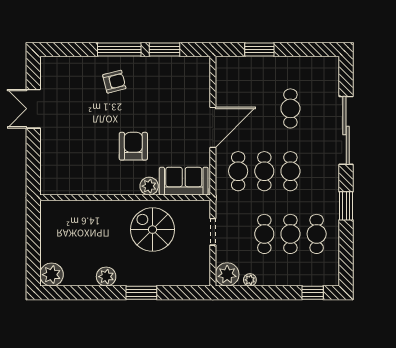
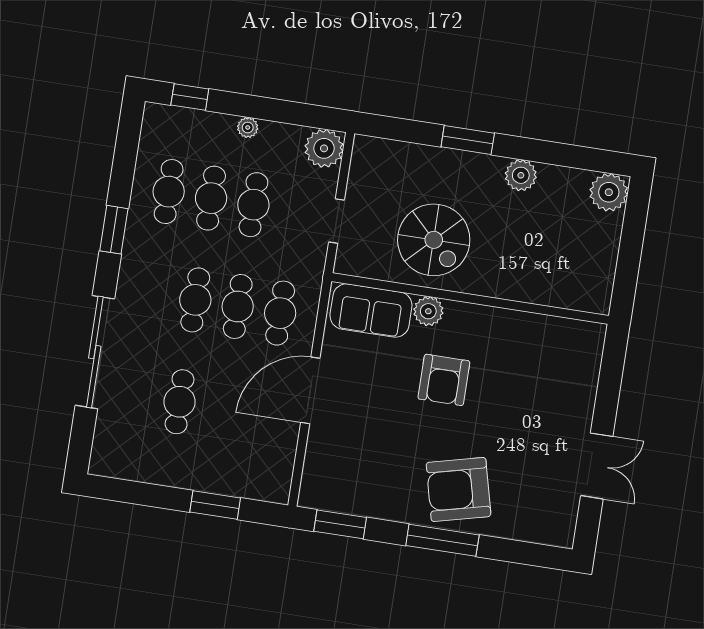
window: (165, 50) -> (340, 524), moved
armchair: (114, 82) -> (459, 489), width x1.88, depth x1.88
plant: (250, 280) -> (248, 127), moved

